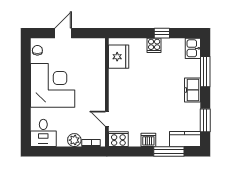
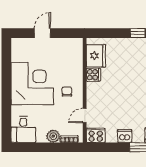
cooker: (154, 45) -> (93, 75), moved, turned -90
chair: (37, 50) -> (67, 91), moved
door: (107, 119) -> (85, 115), hinge flipped

